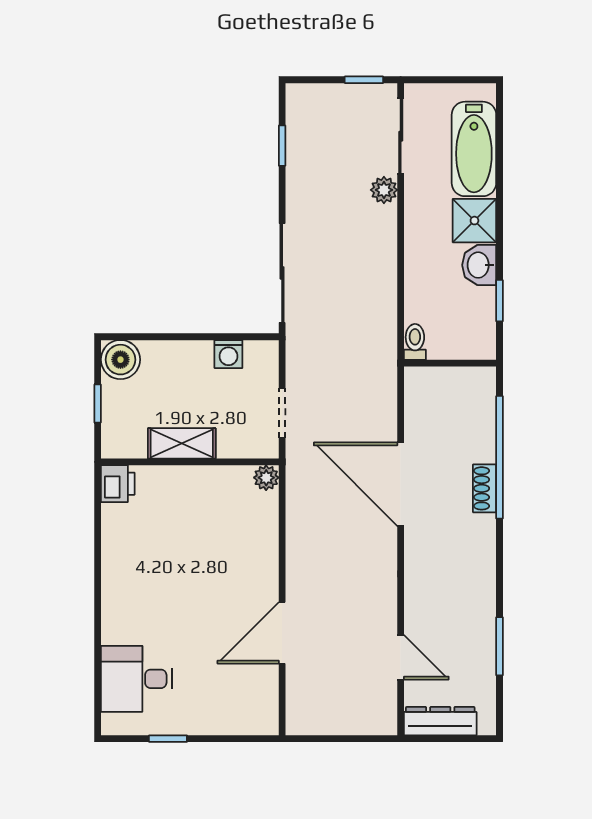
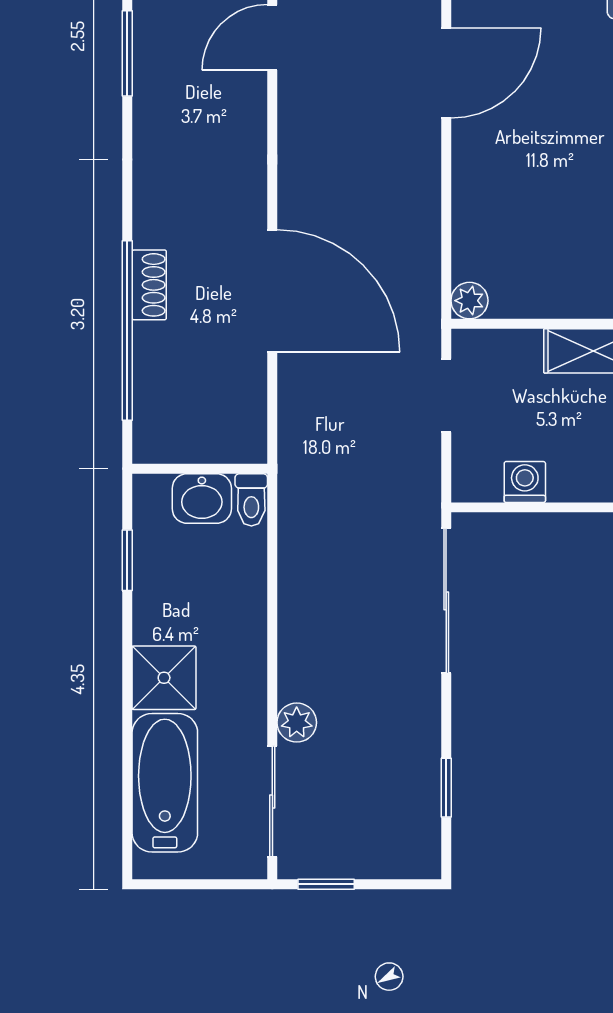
washbasin: (479, 265) -> (202, 498), moved, turned 90
door: (401, 657) -> (272, 37), hinge flipped

